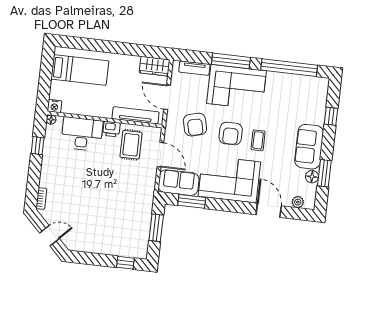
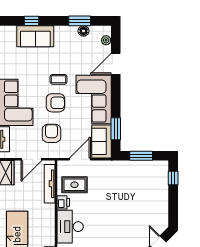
armchair: (195, 125) -> (51, 133), turned -76
sofa: (309, 147) -> (35, 36), moved

